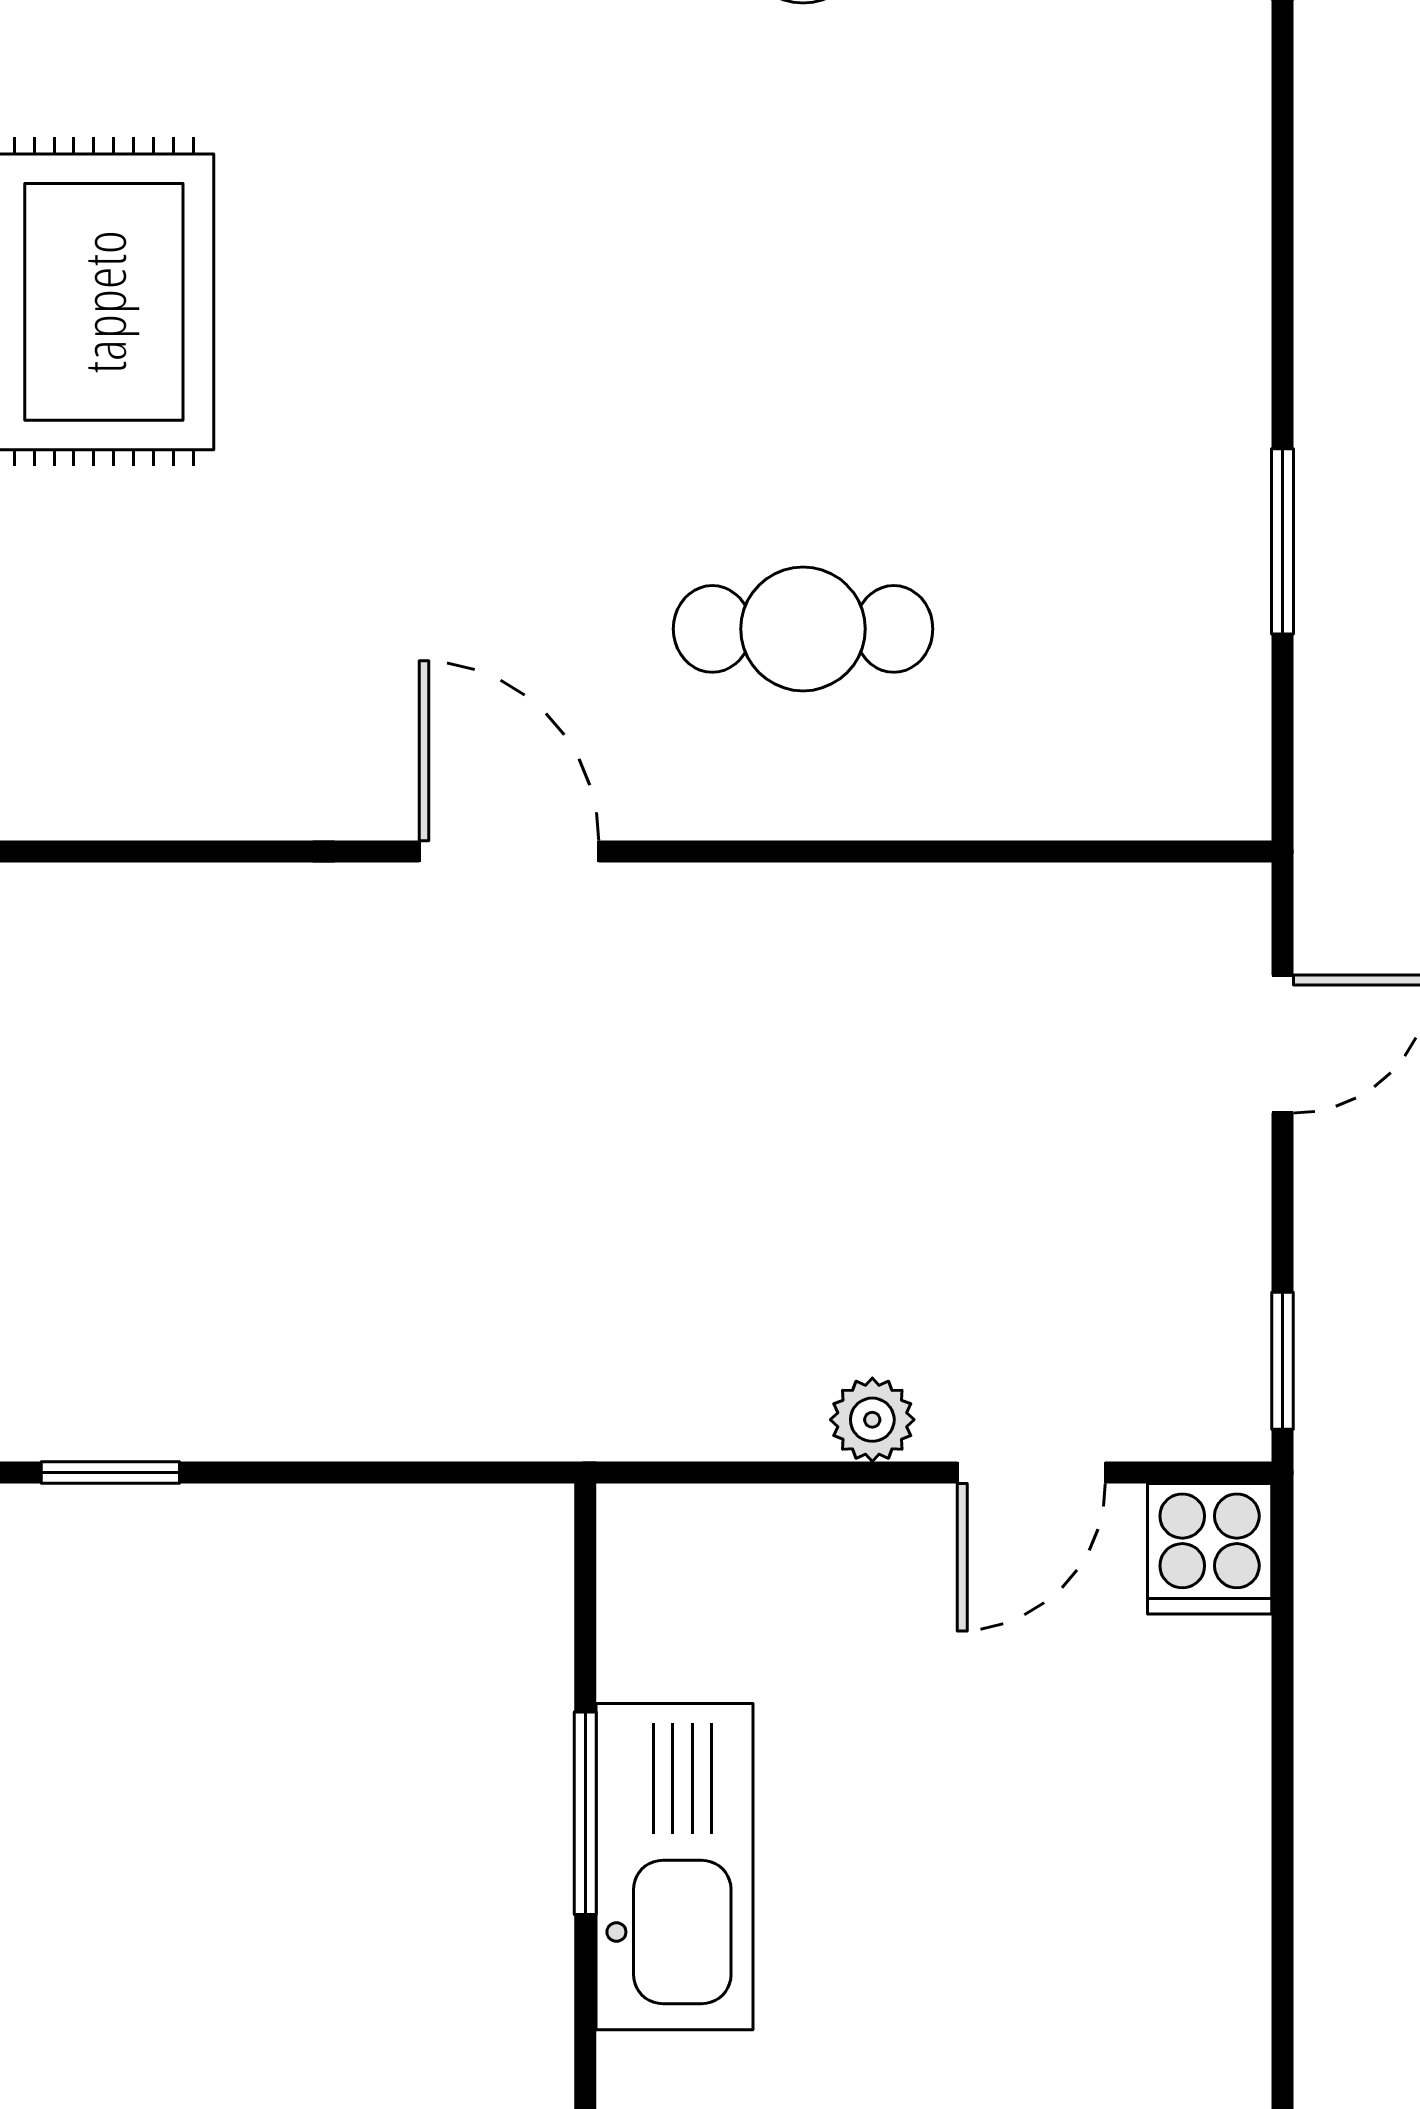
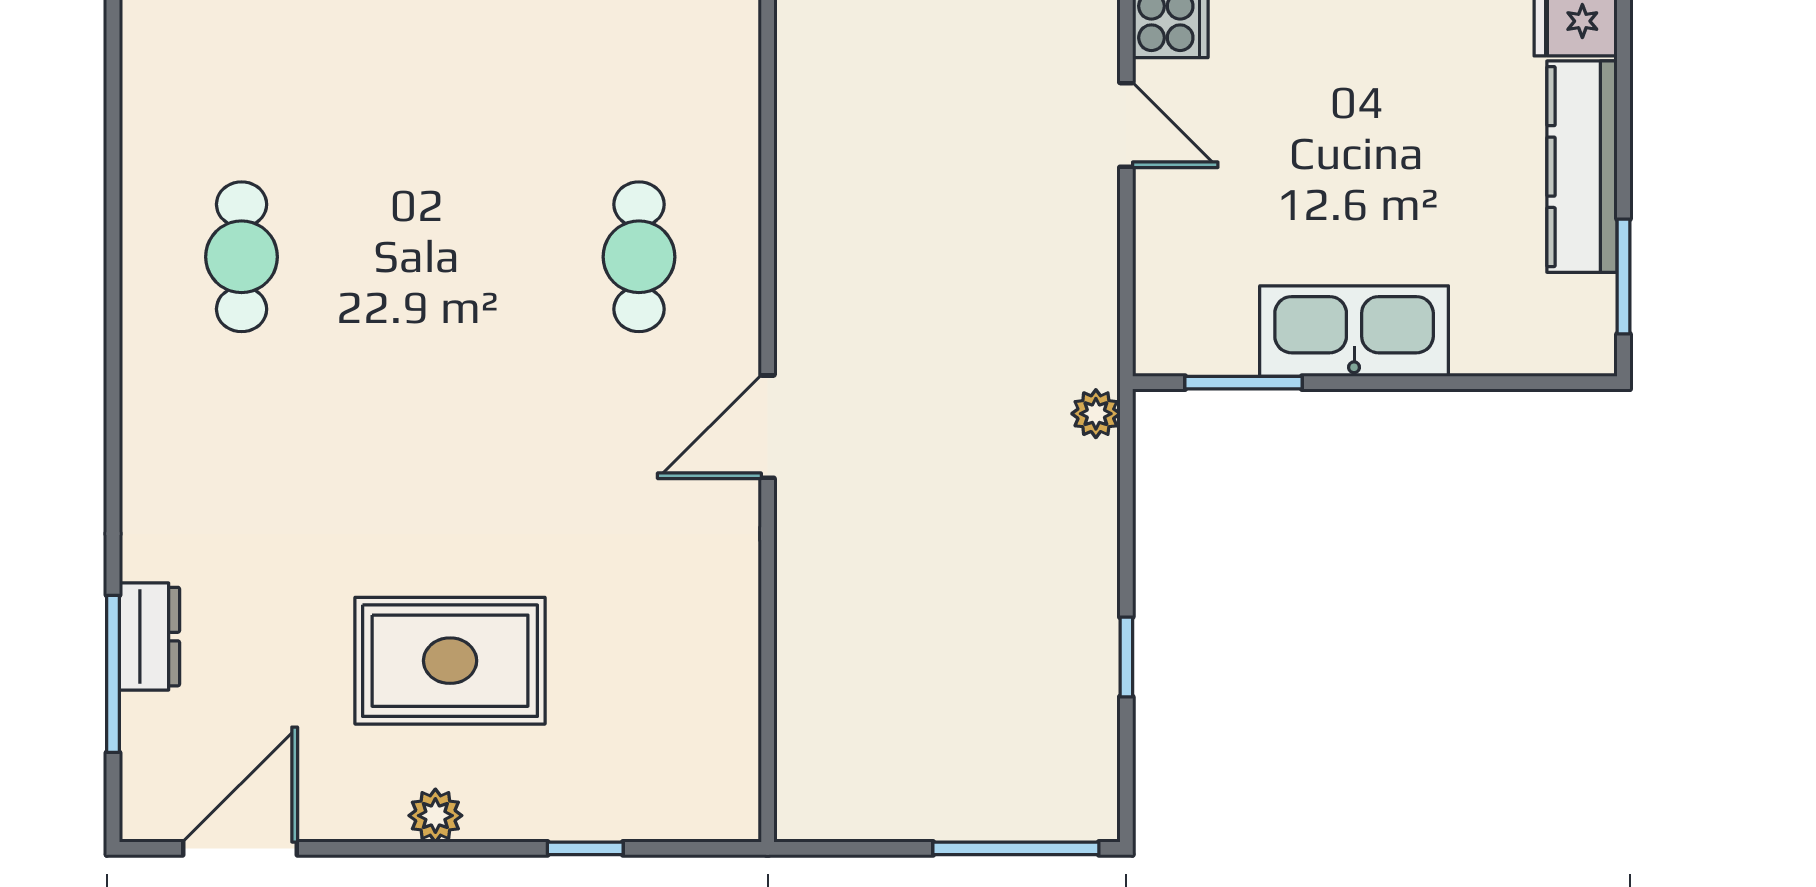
plant: (872, 1420) -> (1096, 414), moved
window: (585, 1813) -> (1244, 383), moved

